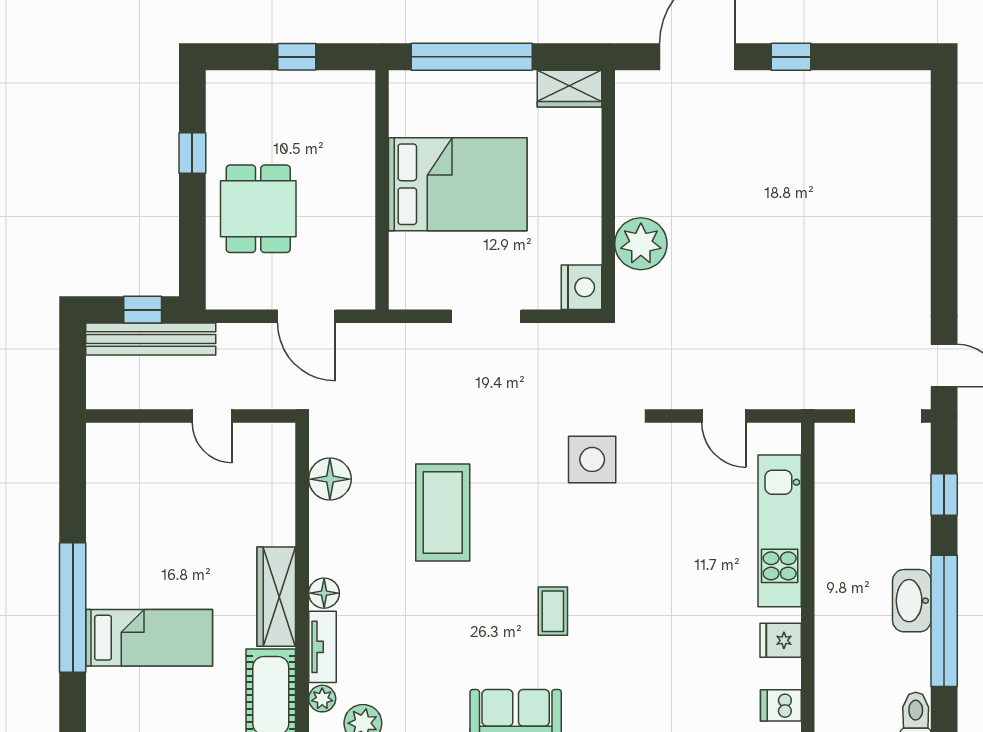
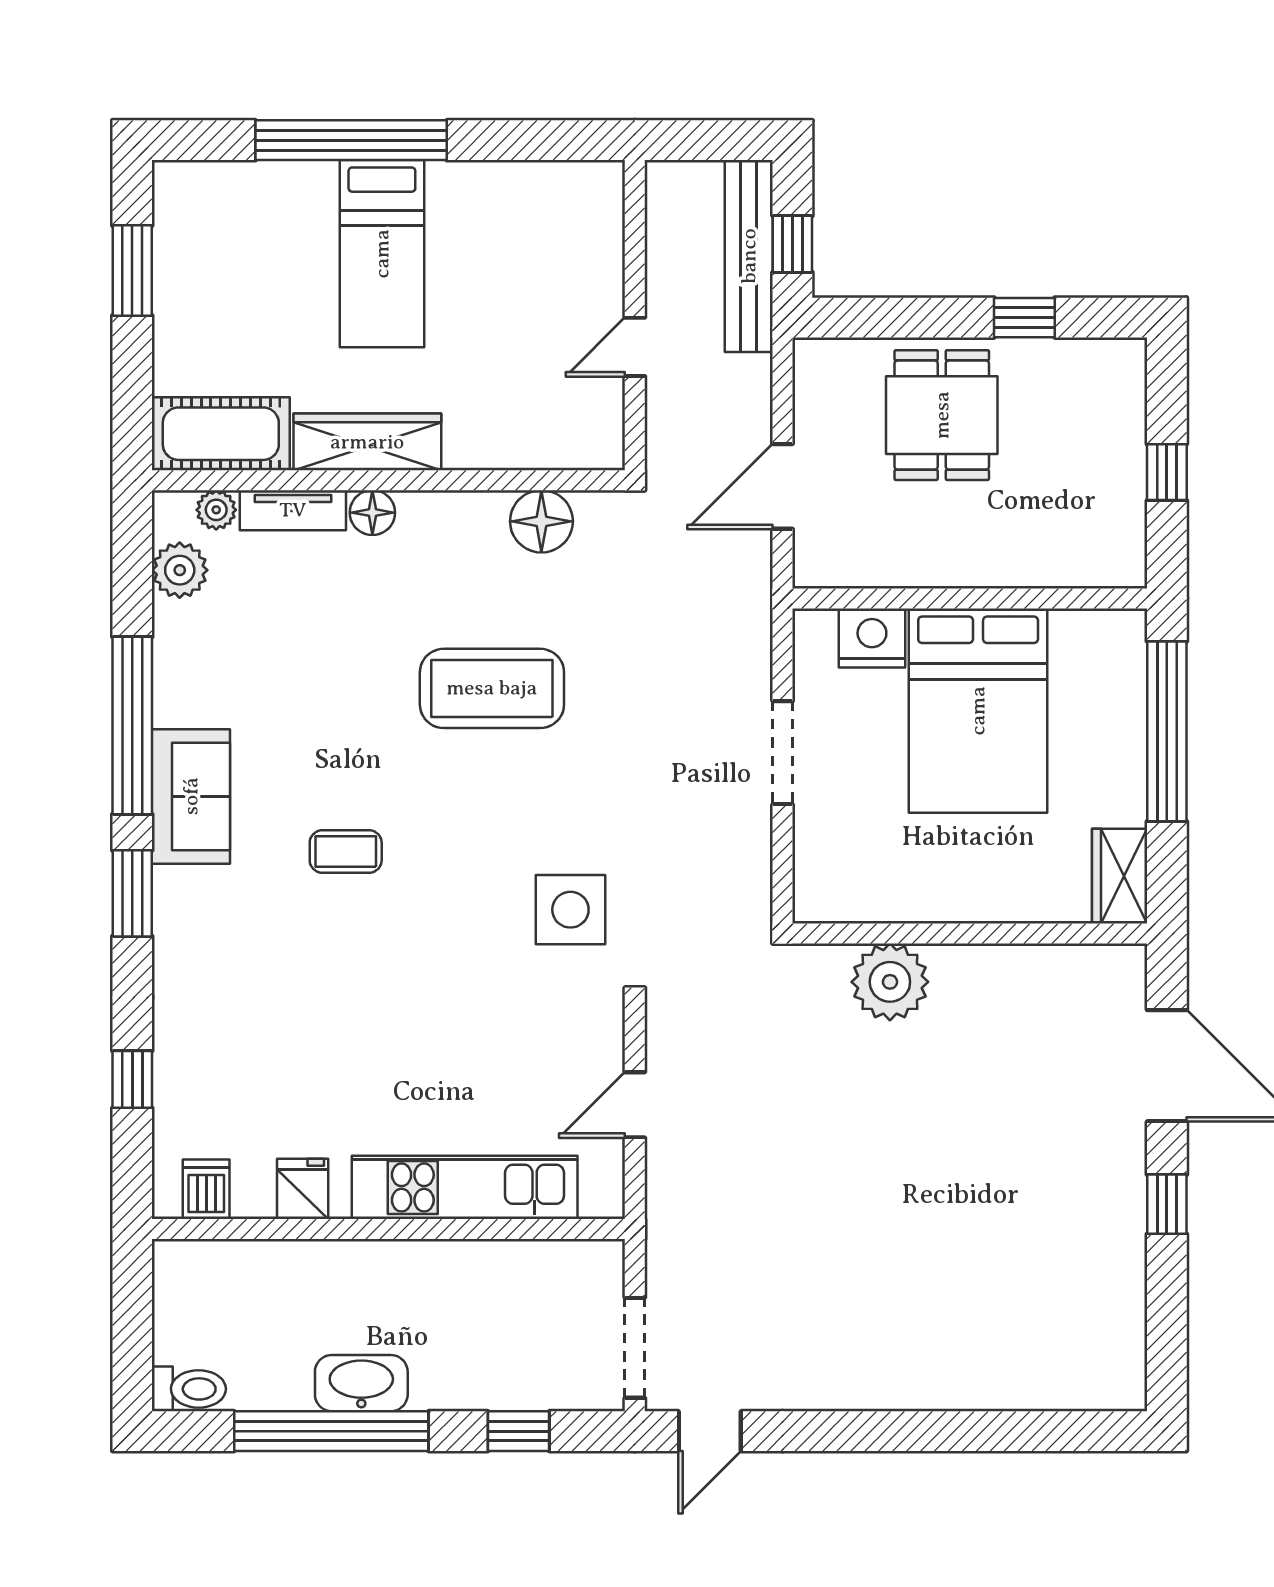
dining table: (258, 209) -> (942, 415), turned 90
nightstand: (581, 287) -> (872, 638), moved, turned 180
bed: (149, 638) -> (382, 254), moved

